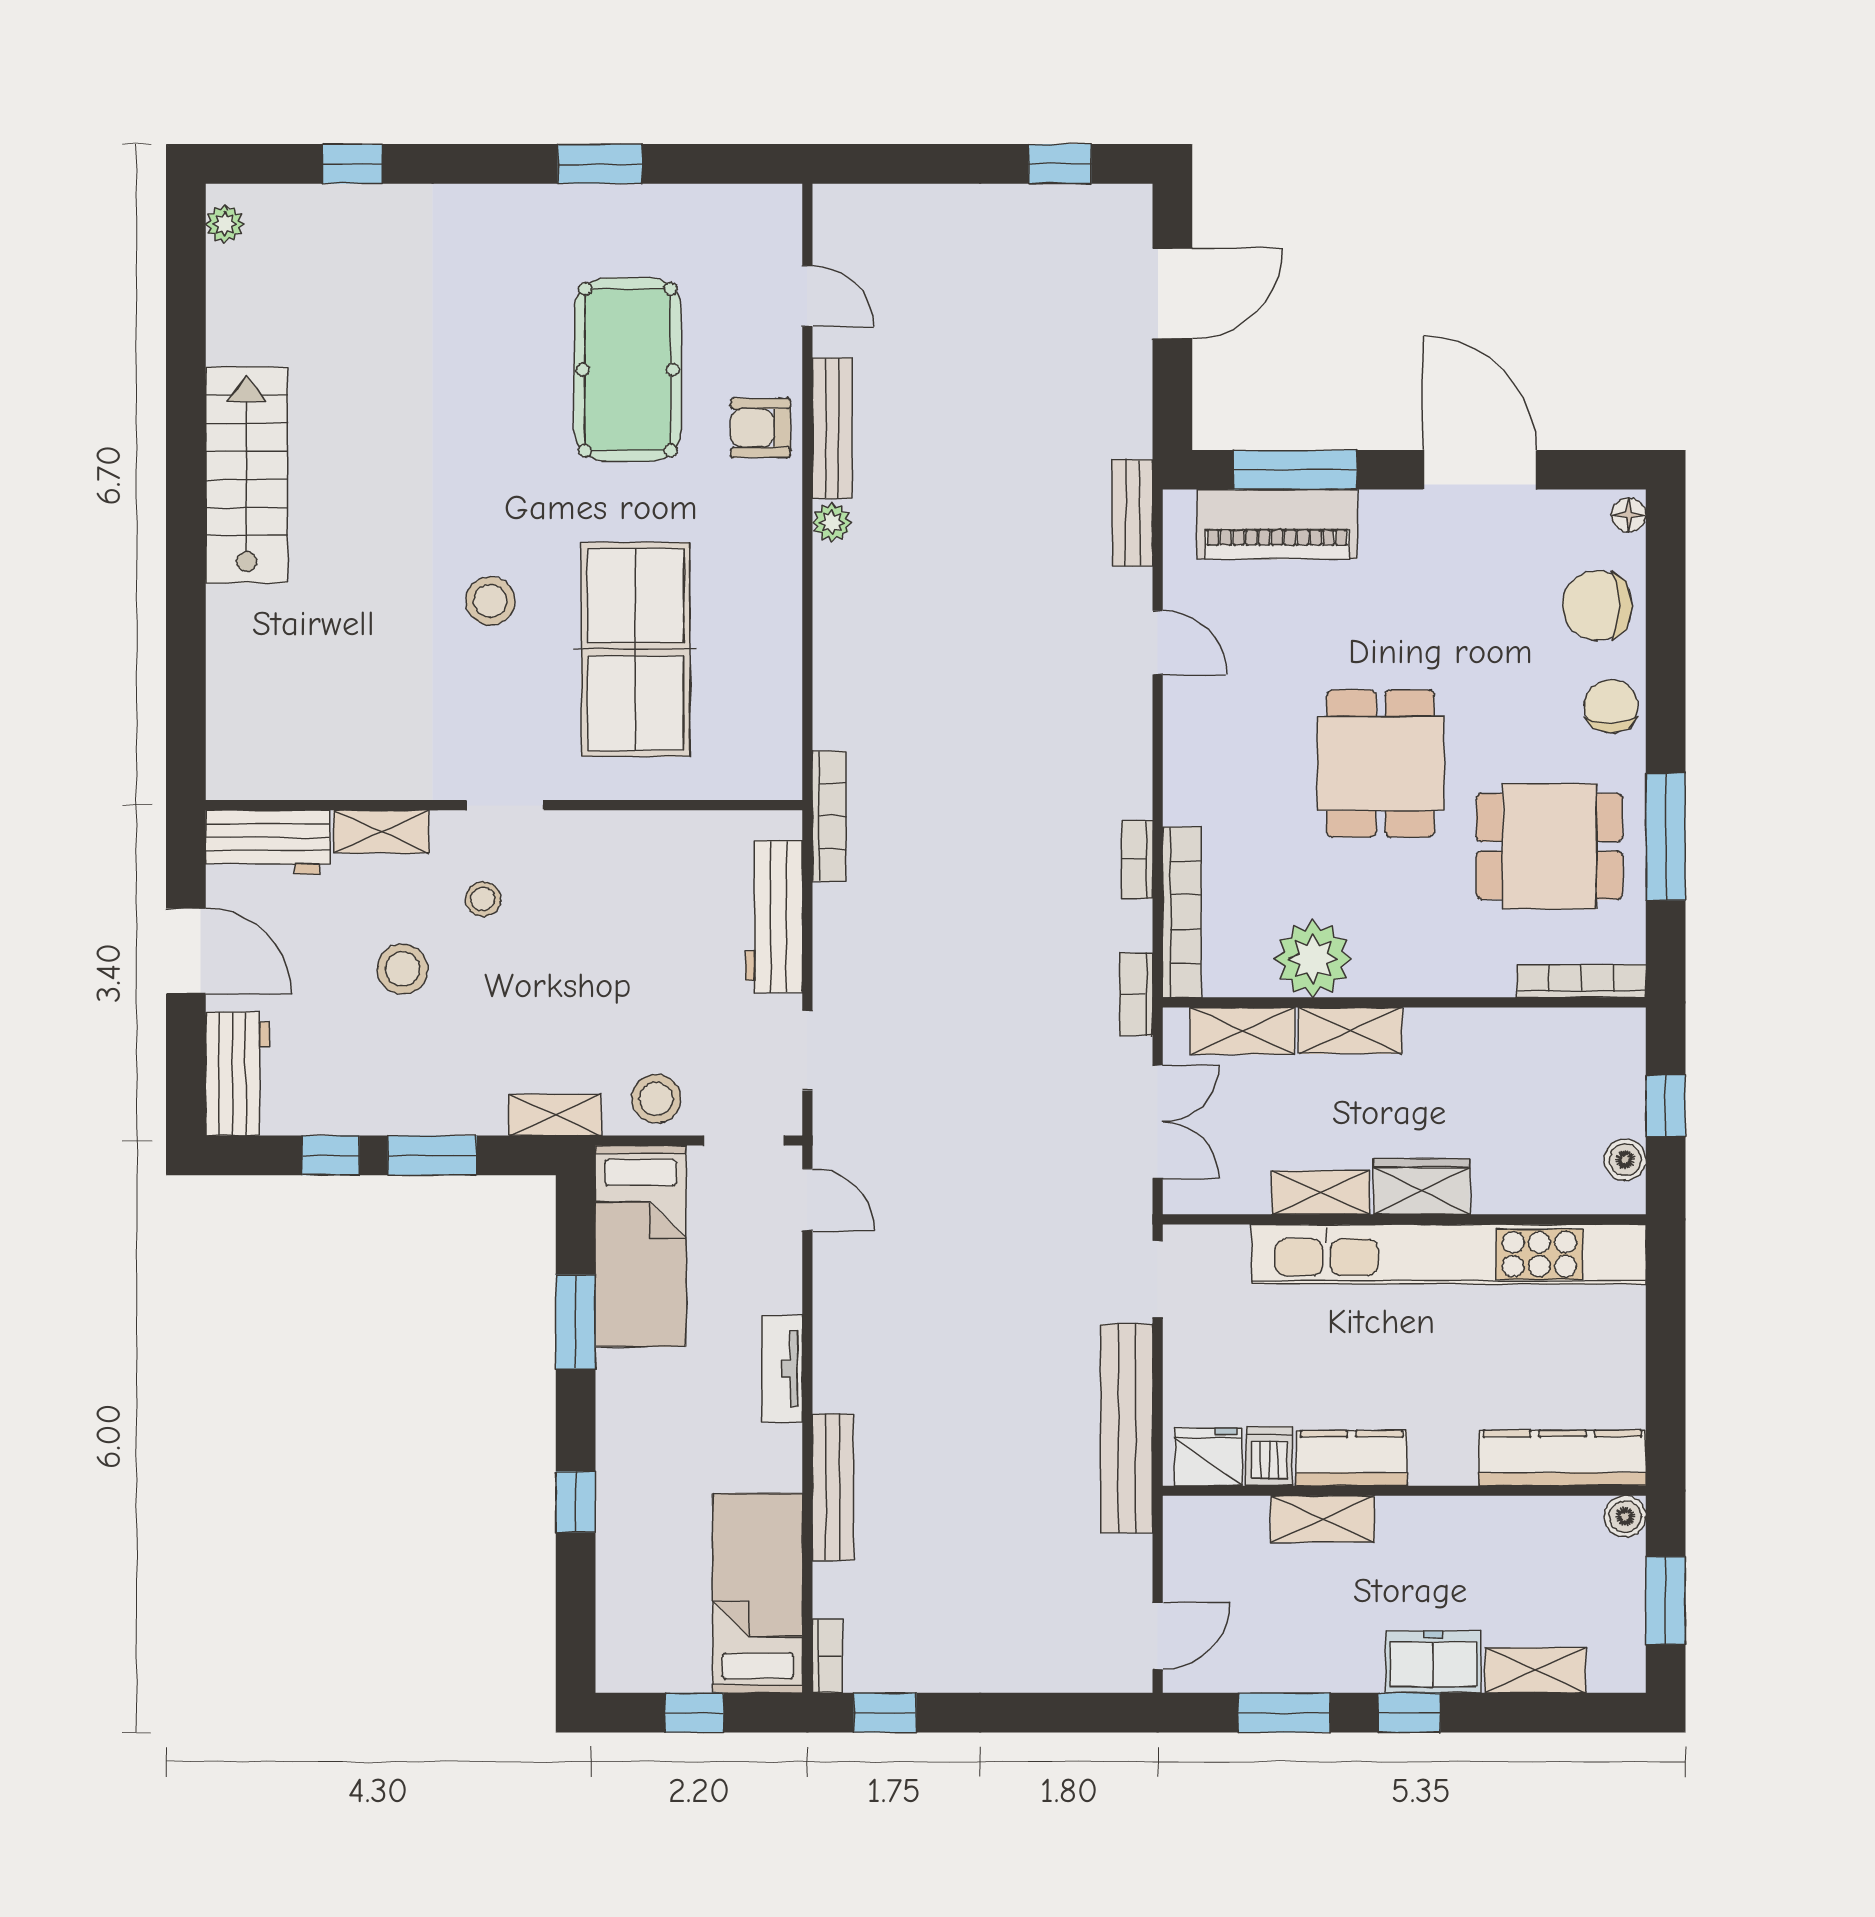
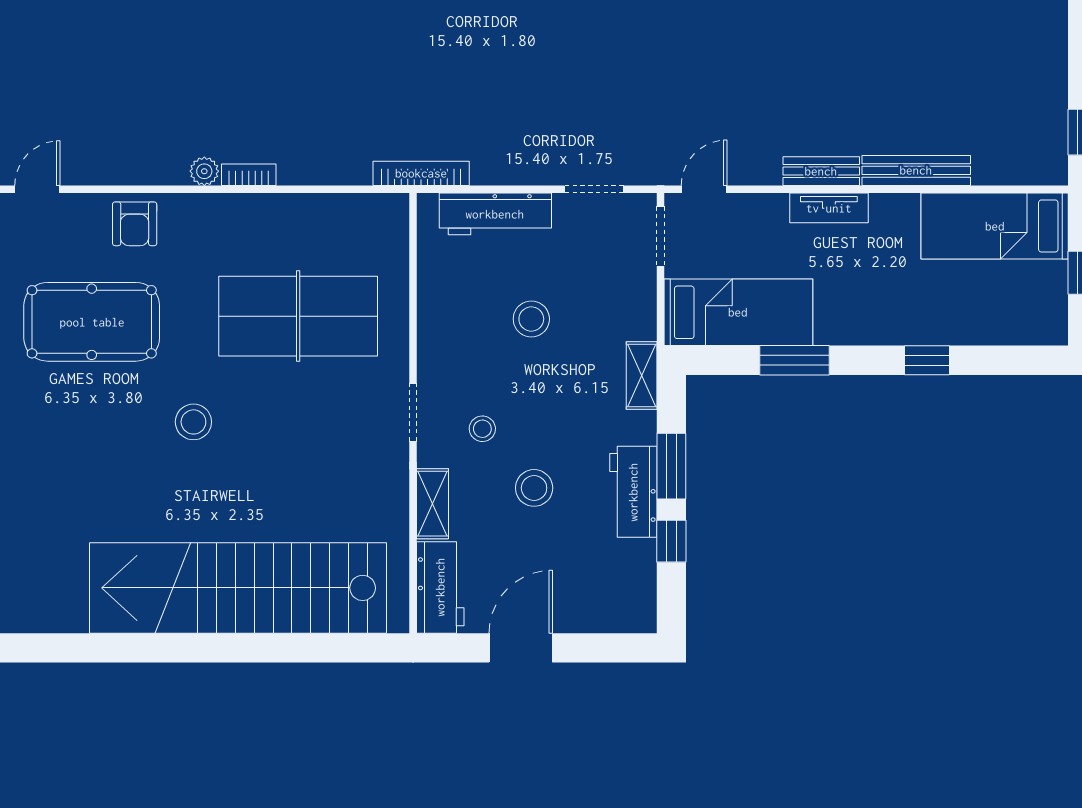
bench: (832, 428) -> (821, 171), moved, width x0.73
stairs: (246, 475) -> (238, 588), width x1.86, depth x1.51
stool: (490, 601) -> (193, 422), moved
workbench: (238, 1074) -> (633, 492), moved, turned -90
stool: (656, 1099) -> (531, 319), moved
bookcase: (827, 1656) -> (249, 175), moved

